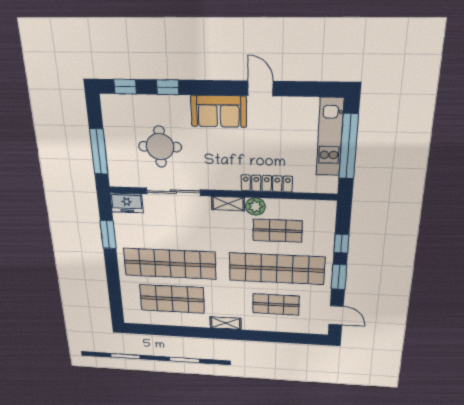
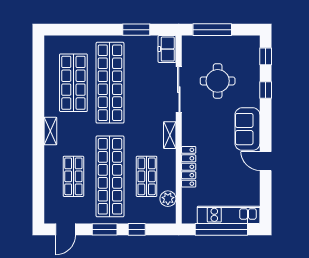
door: (260, 88) -> (266, 161), swing flipped
plant: (255, 207) -> (168, 199), moved

